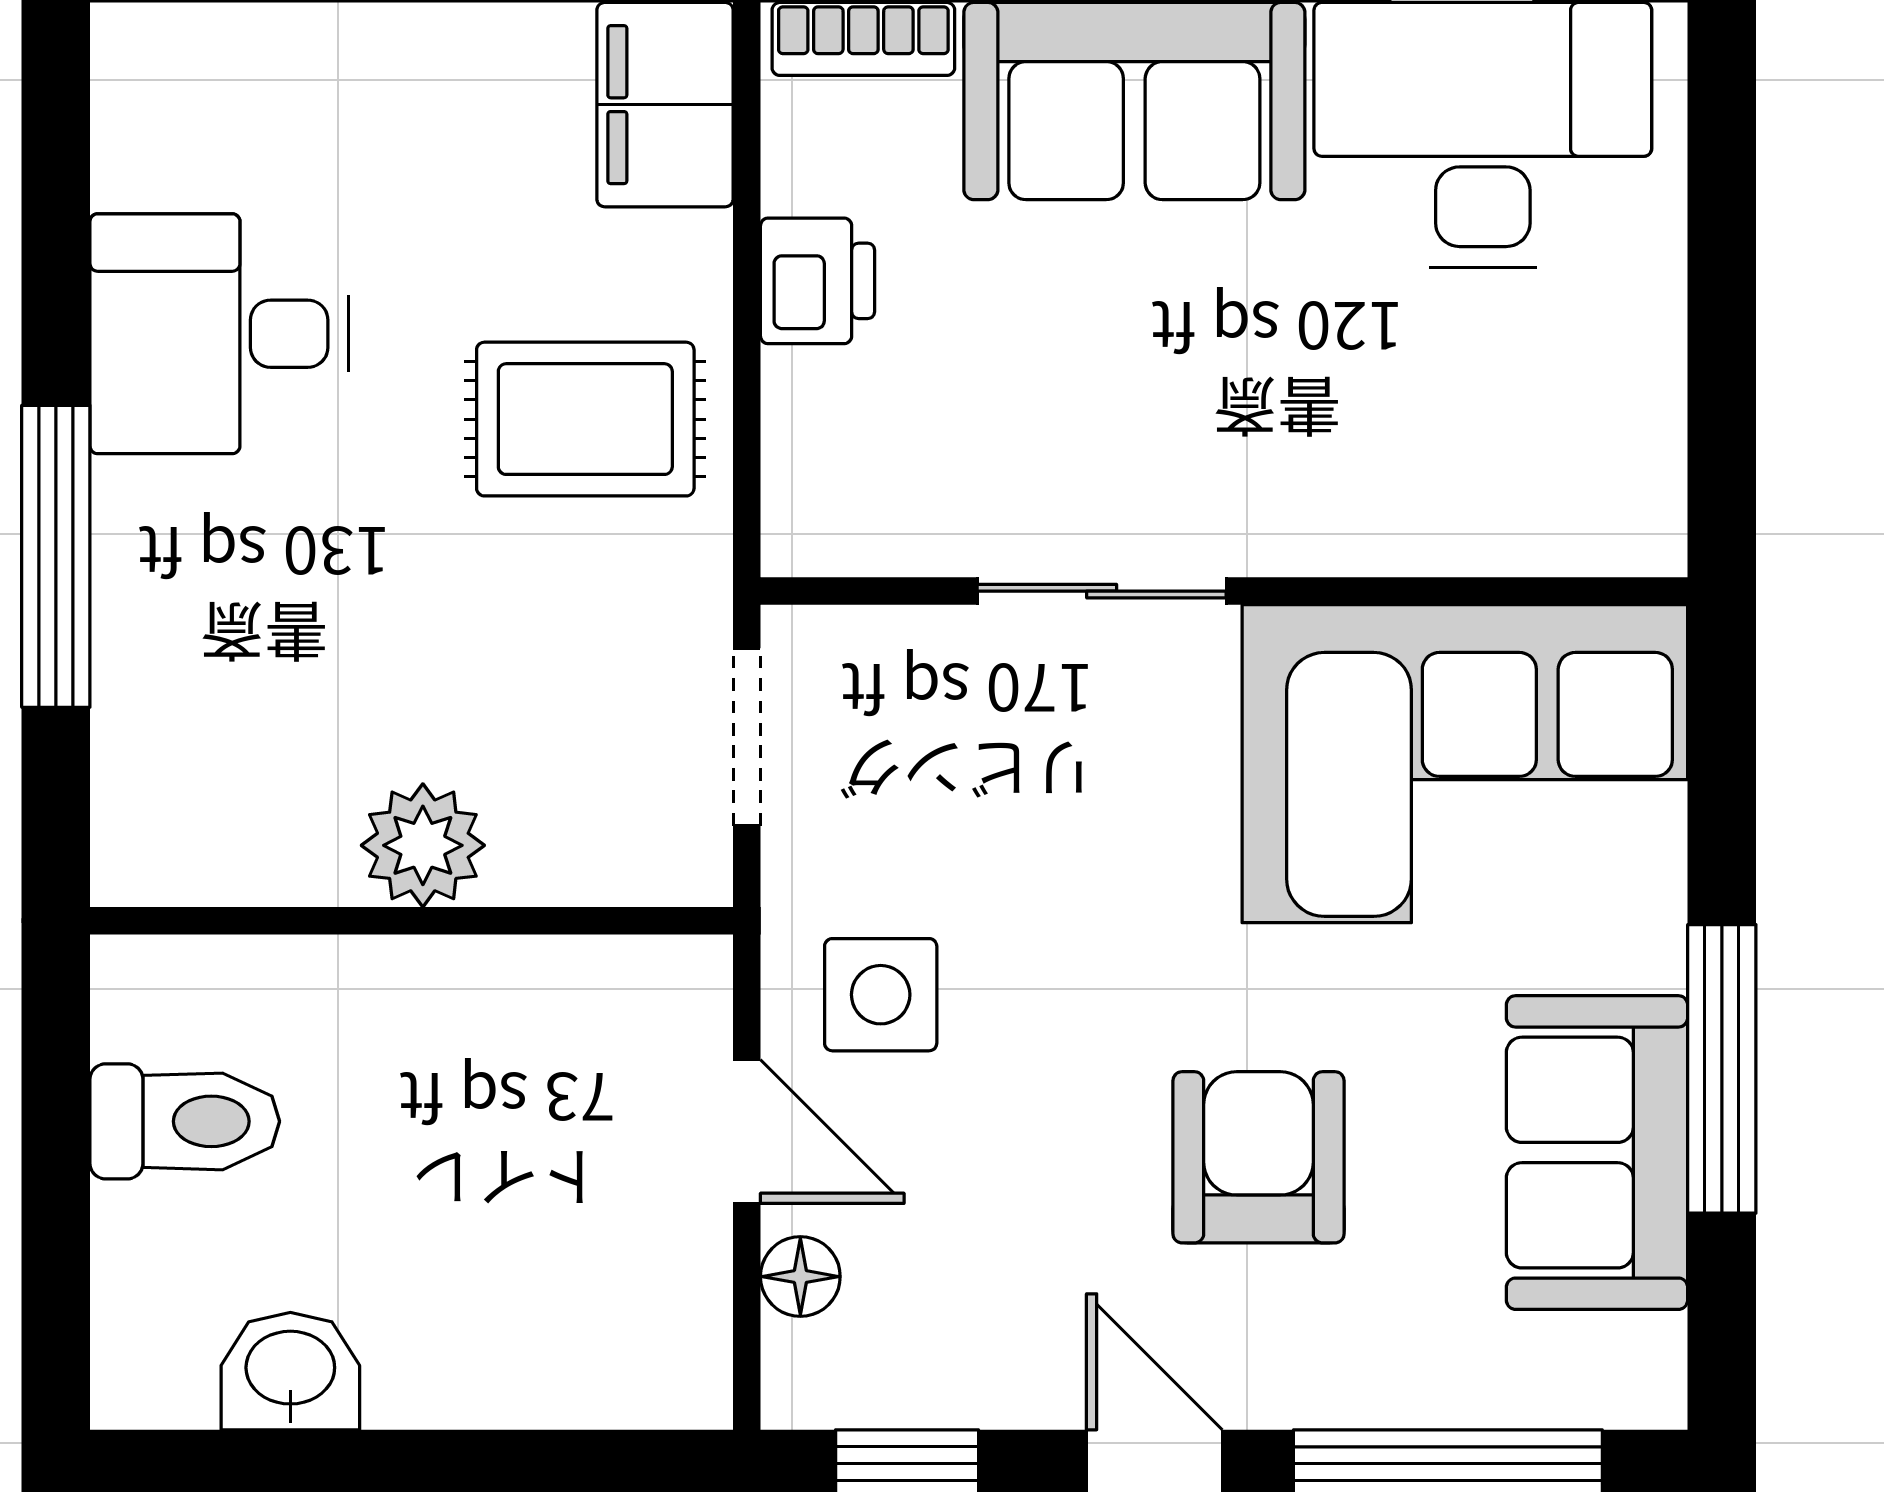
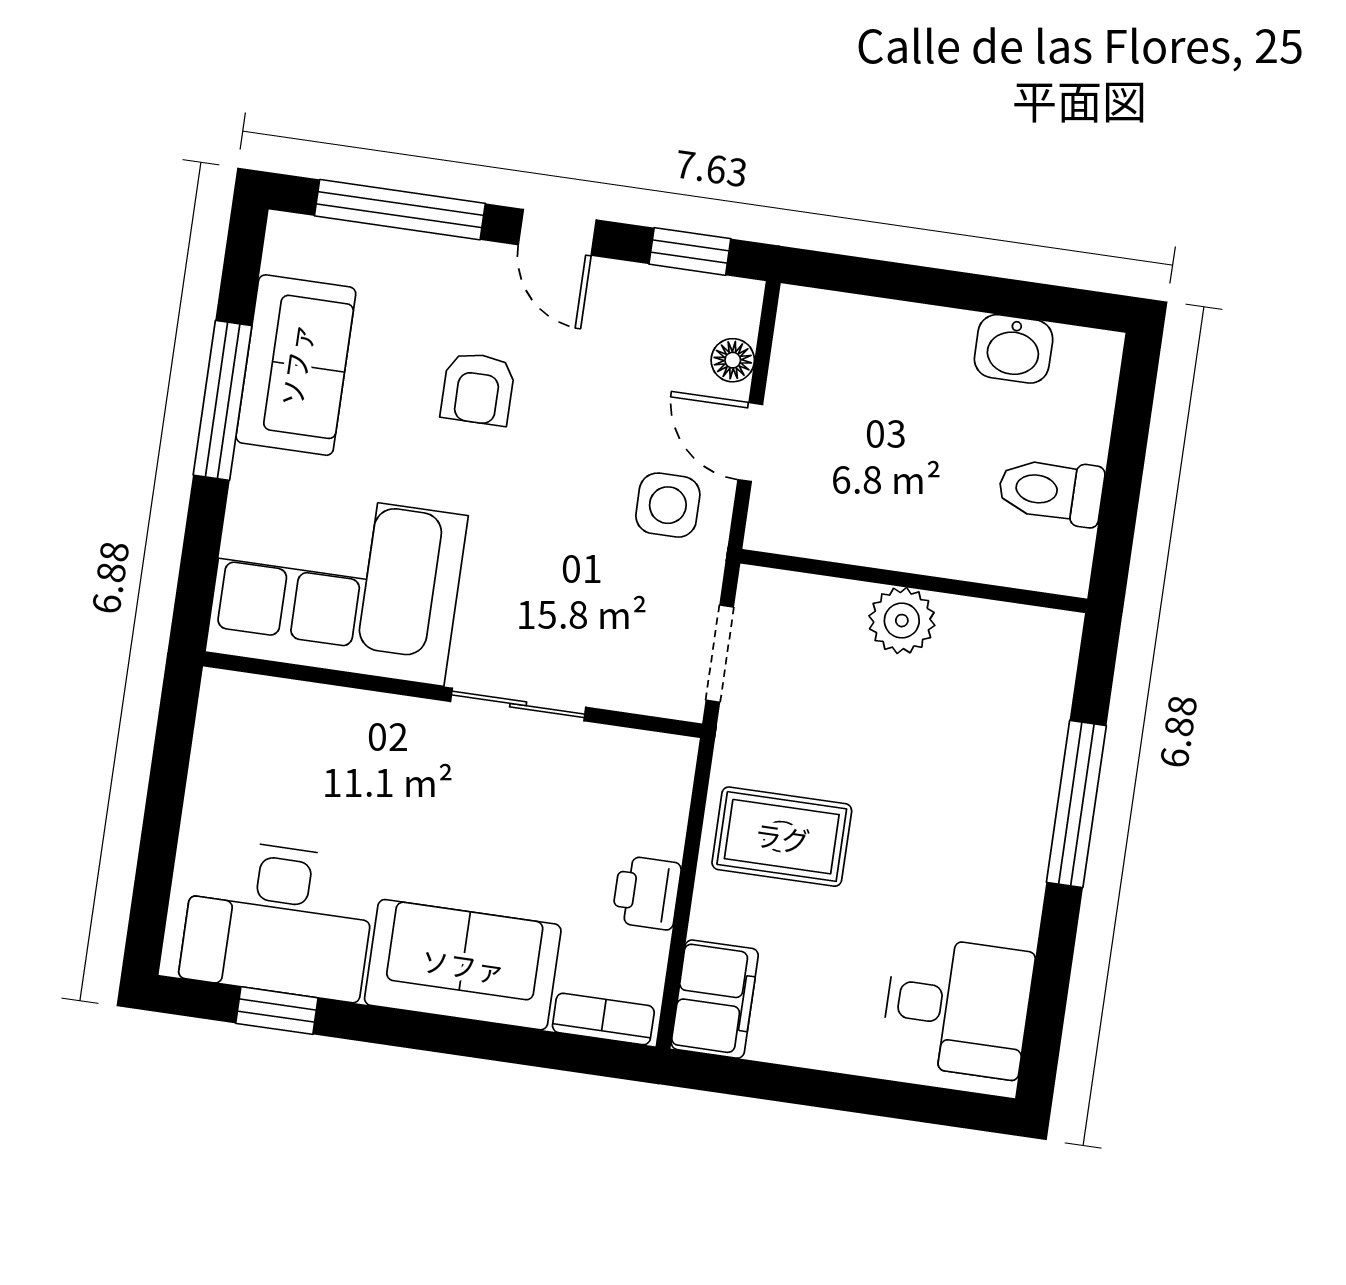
desk: (219, 334) -> (958, 1007), moved
armchair: (1258, 1157) -> (478, 389), width x0.72, depth x0.72

